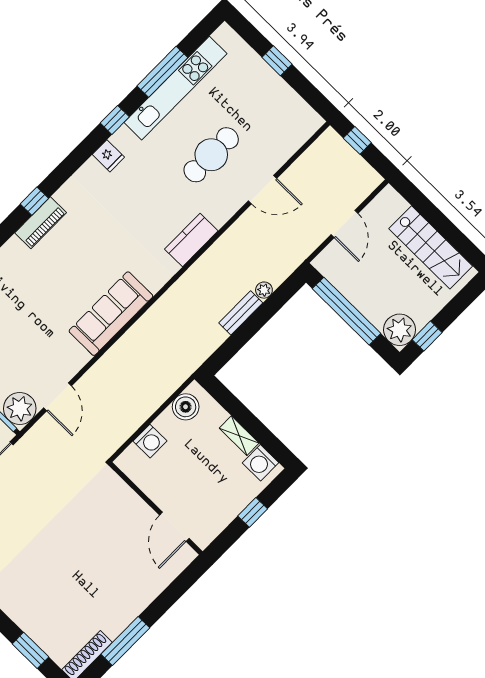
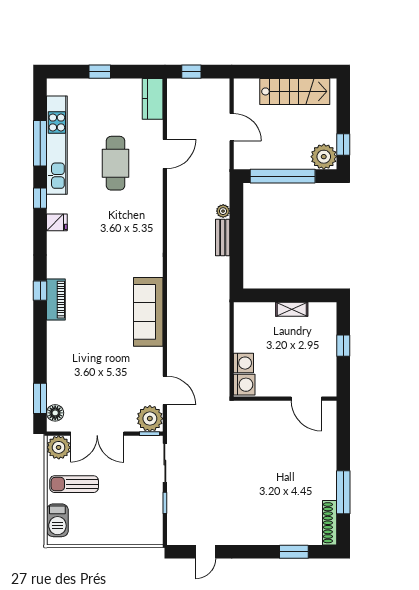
kitchen counter: (191, 240) -> (153, 99), moved
boiler: (186, 407) -> (244, 323), removed
washing machine: (260, 463) -> (244, 385), moved, turned -90

